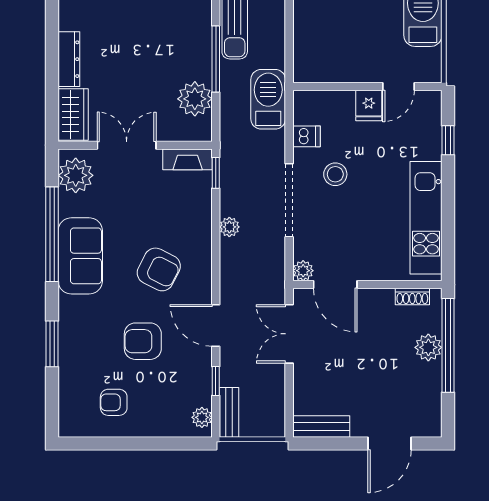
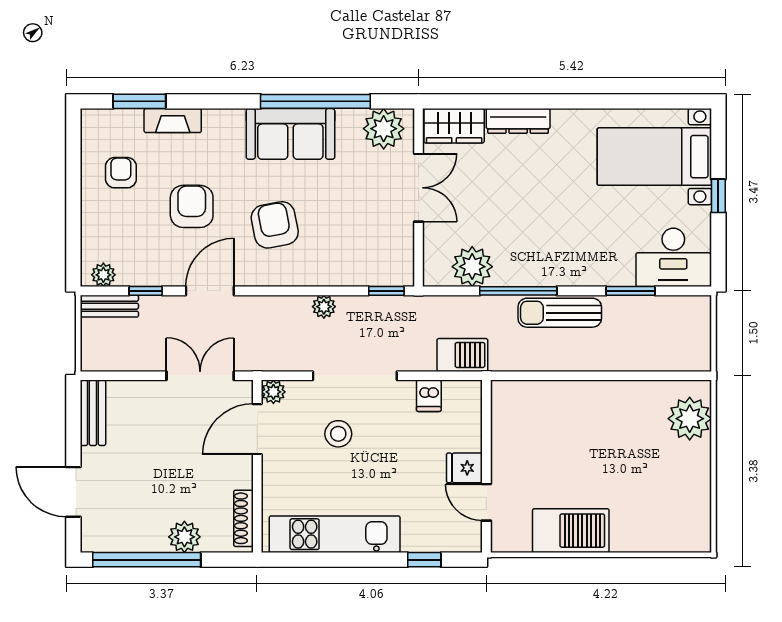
barbecue: (268, 99) -> (462, 355), width x0.73, depth x0.83
fireplace: (188, 159) -> (173, 121), moved, turned -90
stool: (335, 174) -> (338, 434), moved
armchair: (159, 269) -> (275, 225), turned 142
shoe rack: (412, 297) -> (243, 518), width x1.43
window: (52, 344) -> (139, 101), moved
window: (448, 345) -> (147, 560), moved

